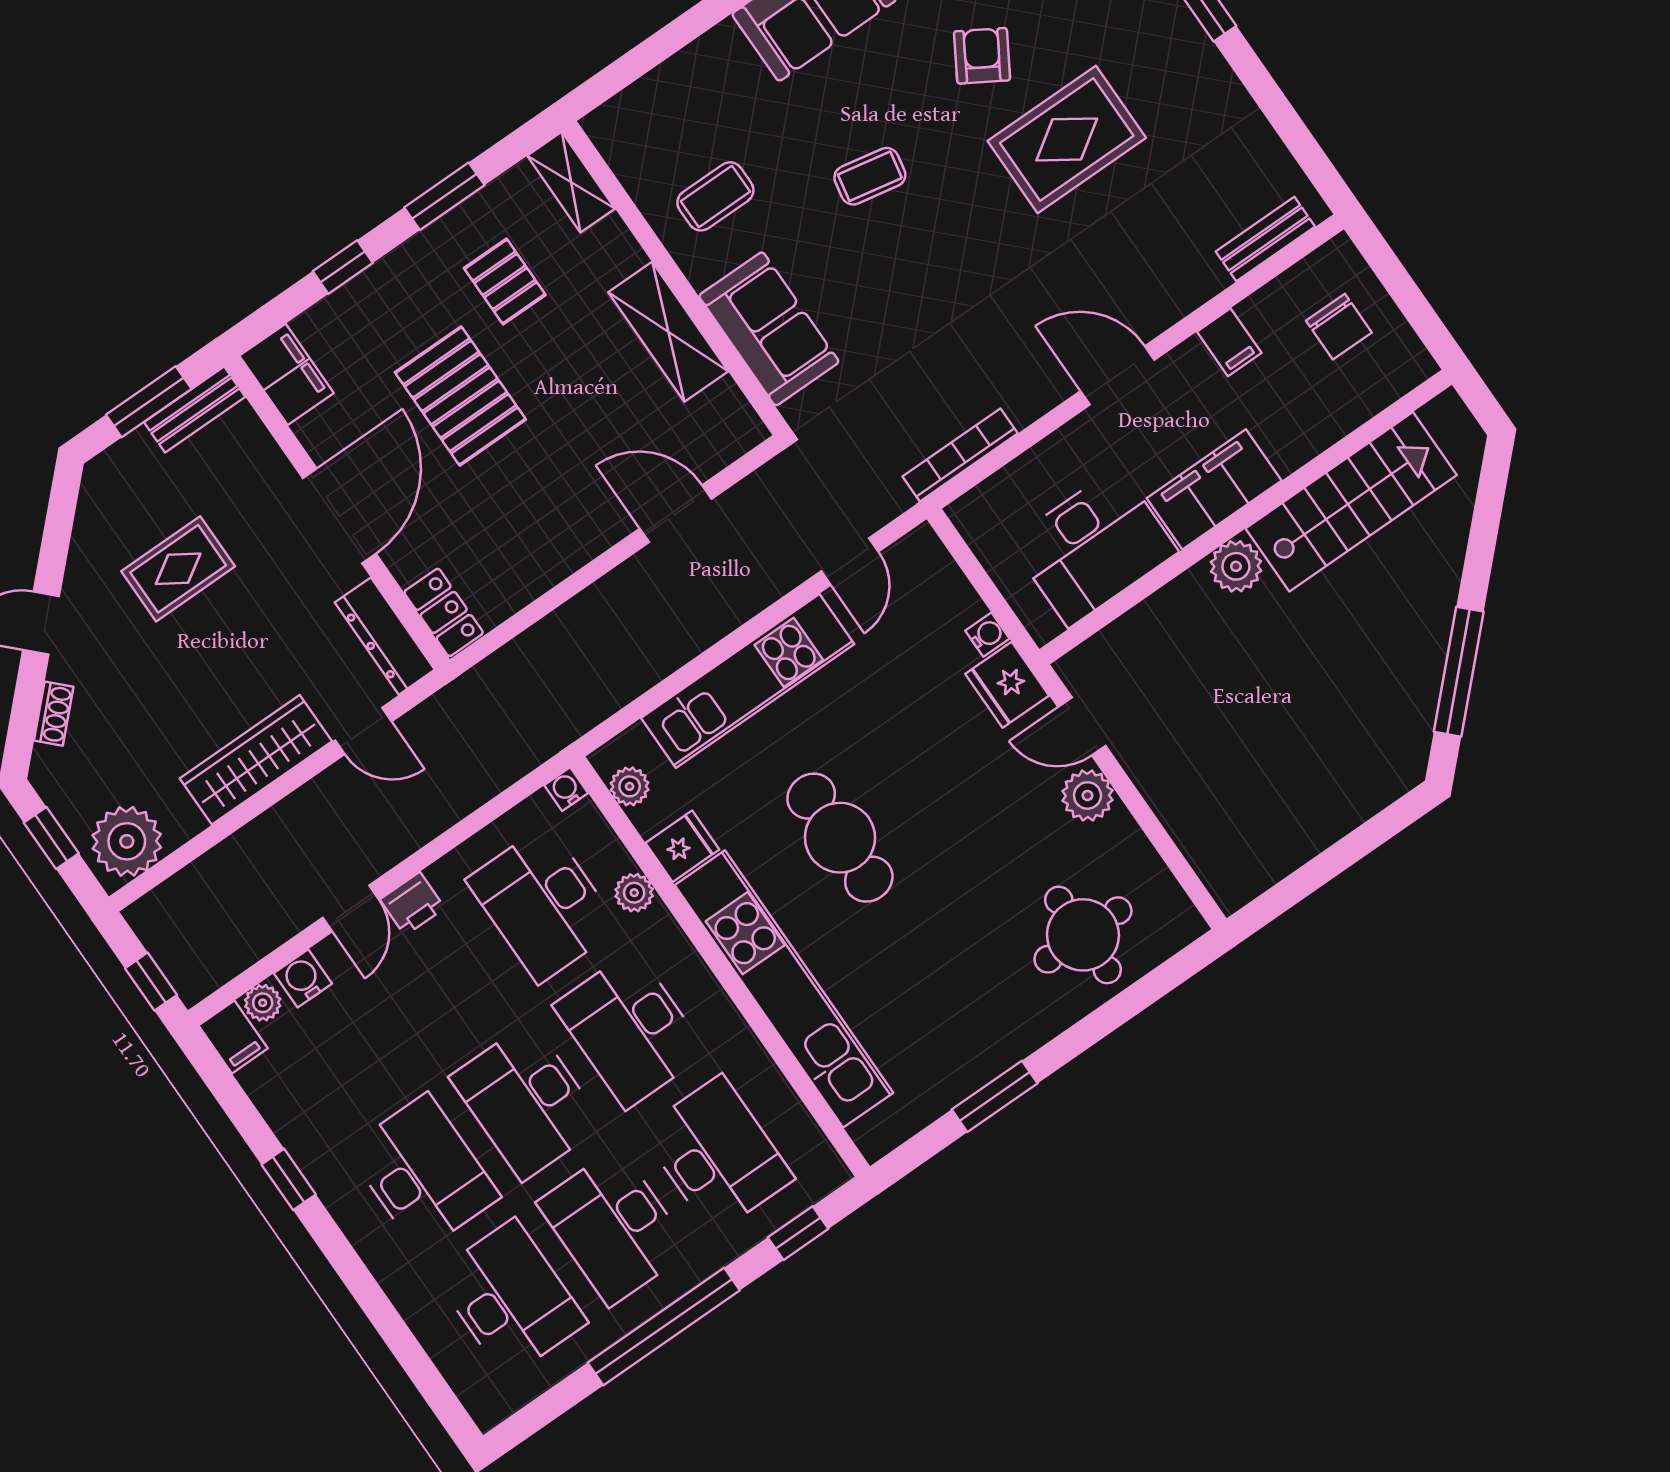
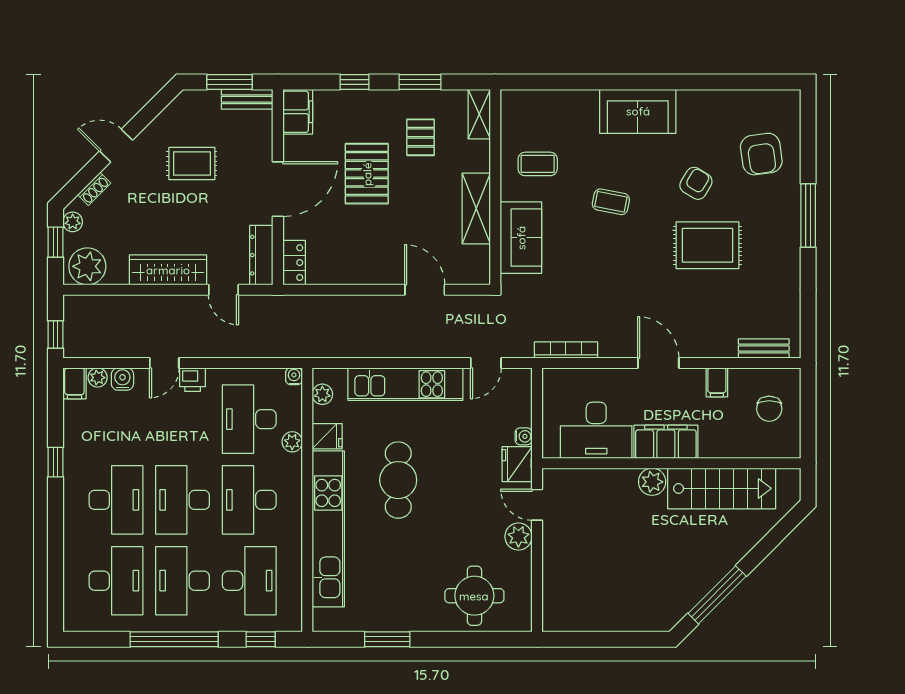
plant: (56, 788) -> (73, 222), added

